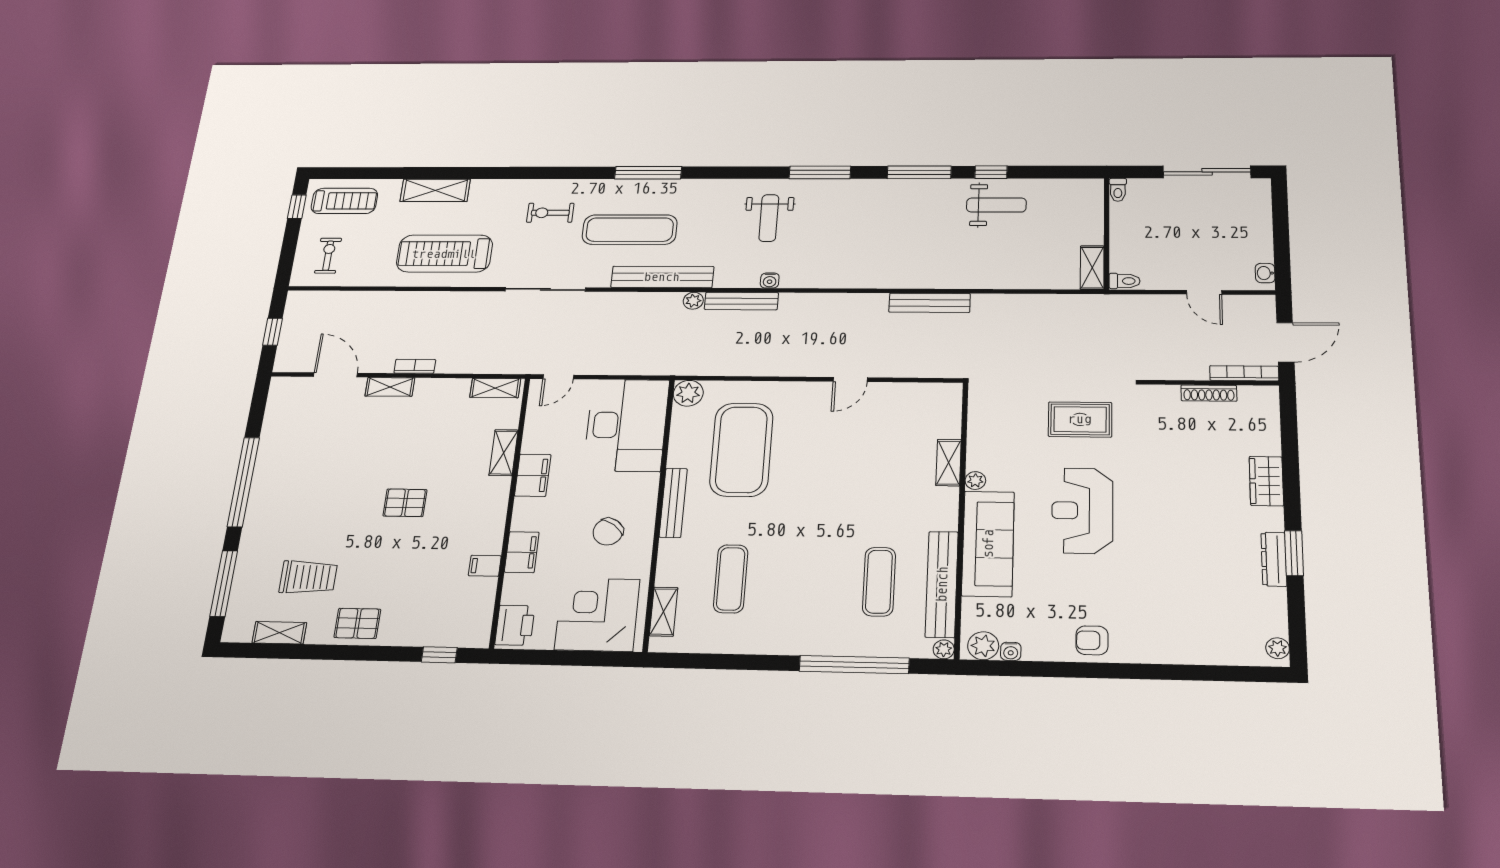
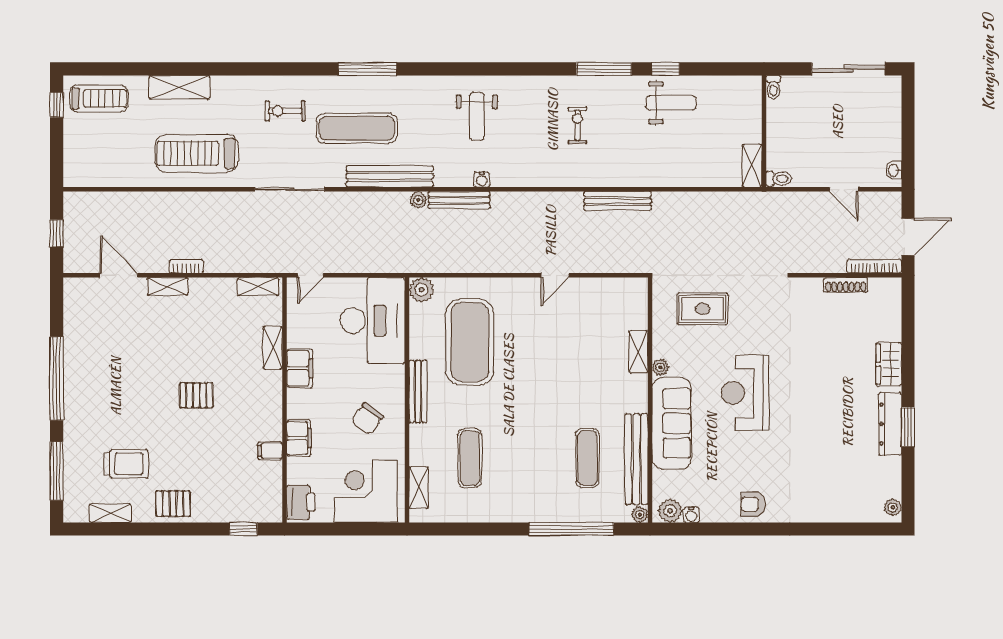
window: (820, 172) -> (518, 69), removed
exercise bike: (328, 256) -> (577, 125), moved
rug: (1080, 419) -> (703, 309), moved
dresser: (1274, 559) -> (890, 424), width x1.37, depth x1.24

